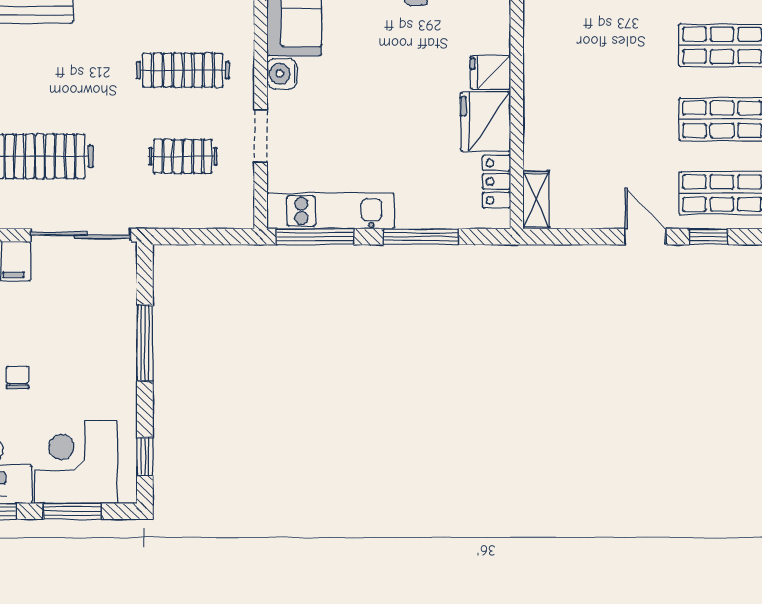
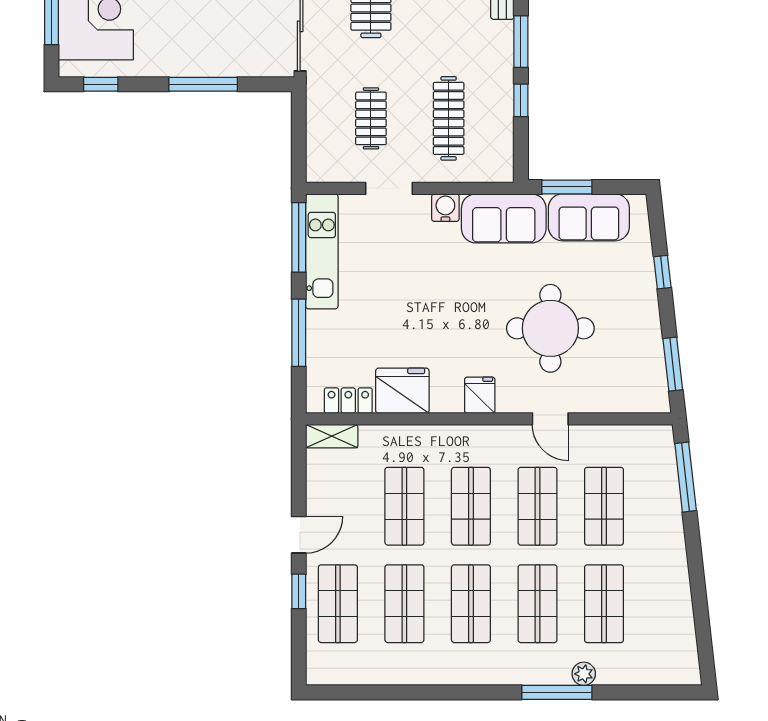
shop shelf: (614, 45) -> (471, 506), added
fridge: (490, 73) -> (480, 395), moved
shop shelf: (614, 119) -> (404, 506), added

